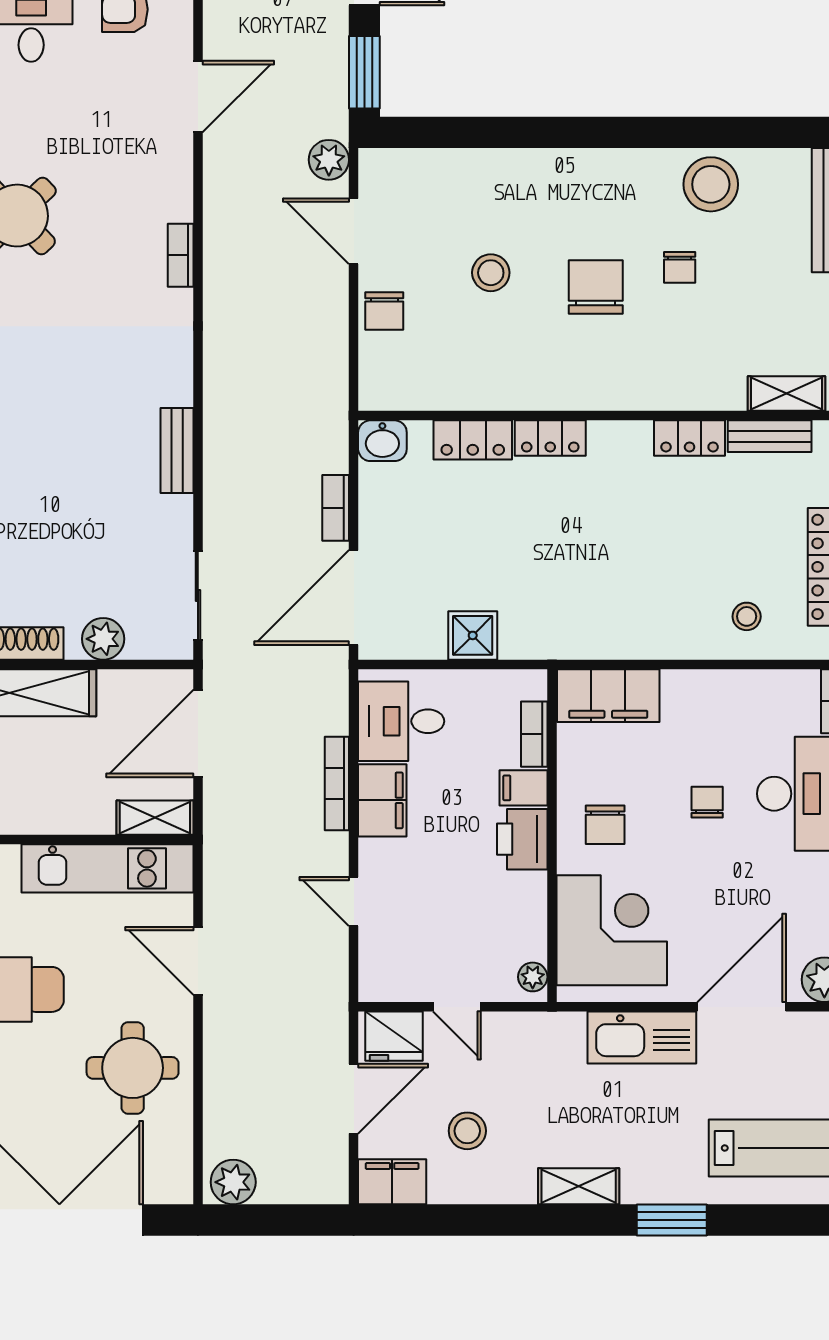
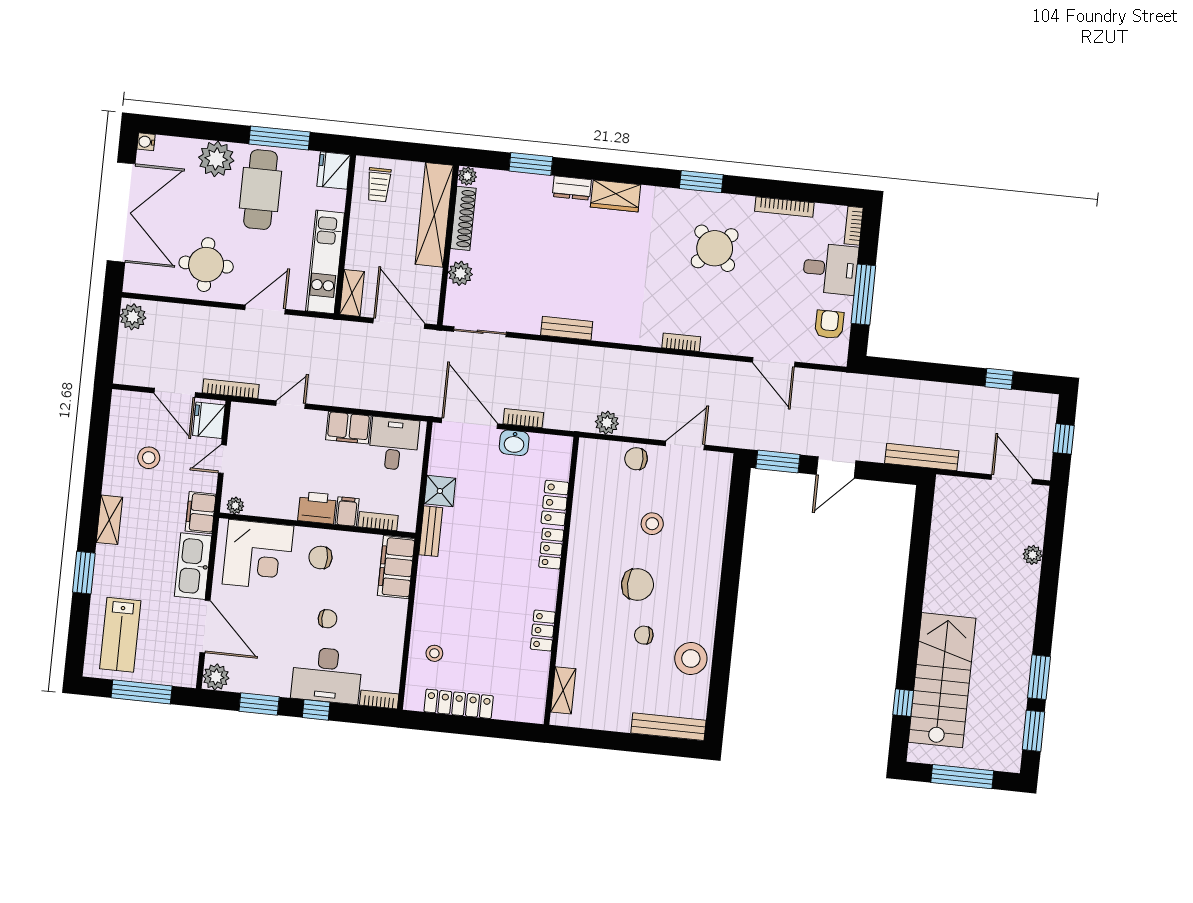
plant: (329, 160) -> (607, 423), moved
bench: (770, 436) -> (431, 531), moved
washbasin: (382, 441) -> (514, 443), moved, turned -90
bookcase: (337, 784) -> (231, 389), moved
filing cabinet: (392, 1182) -> (201, 513), moved, turned 180

